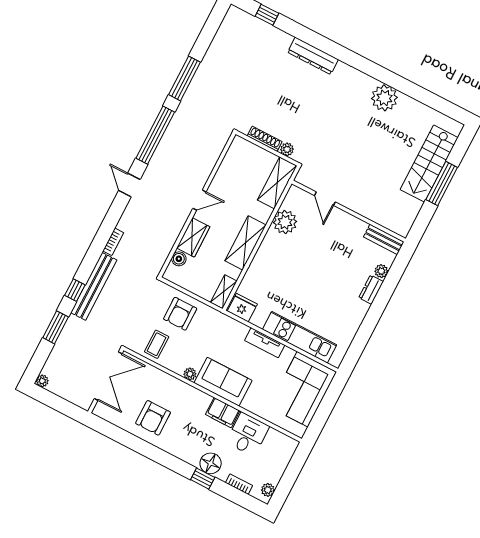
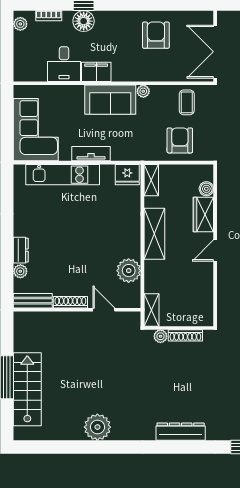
shelving: (277, 183) -> (151, 310), width x0.67, depth x0.75
shoe rack: (351, 221) -> (70, 302), added

